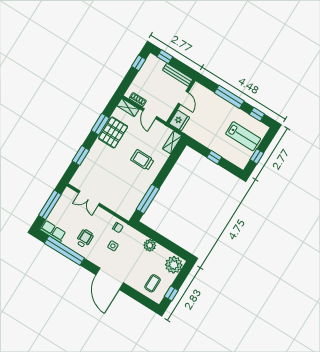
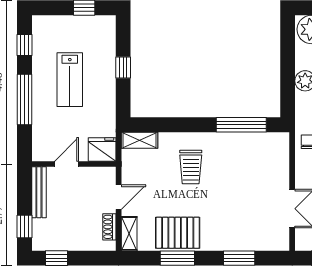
lab bench: (243, 136) -> (70, 80), moved, turned 180

